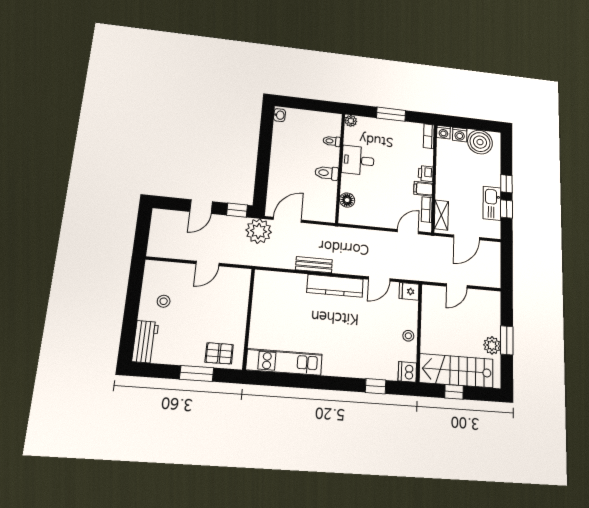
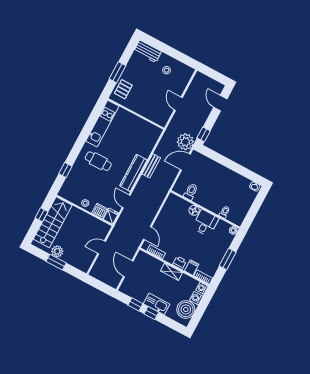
toilet: (327, 173) -> (191, 192), moved
filing cabinet: (423, 189) -> (192, 268), moved
floor lamp: (347, 200) -> (194, 210), moved
kitchen sink: (492, 203) -> (157, 304), moved
door: (201, 207) -> (220, 103), moved
shelving: (441, 215) -> (172, 272), moved
door: (287, 220) -> (185, 162), swing flipped
door: (457, 286) -> (102, 247), hinge flipped
cafe table: (341, 344) -> (98, 161), added
dishwasher: (407, 372) -> (100, 211), moved

